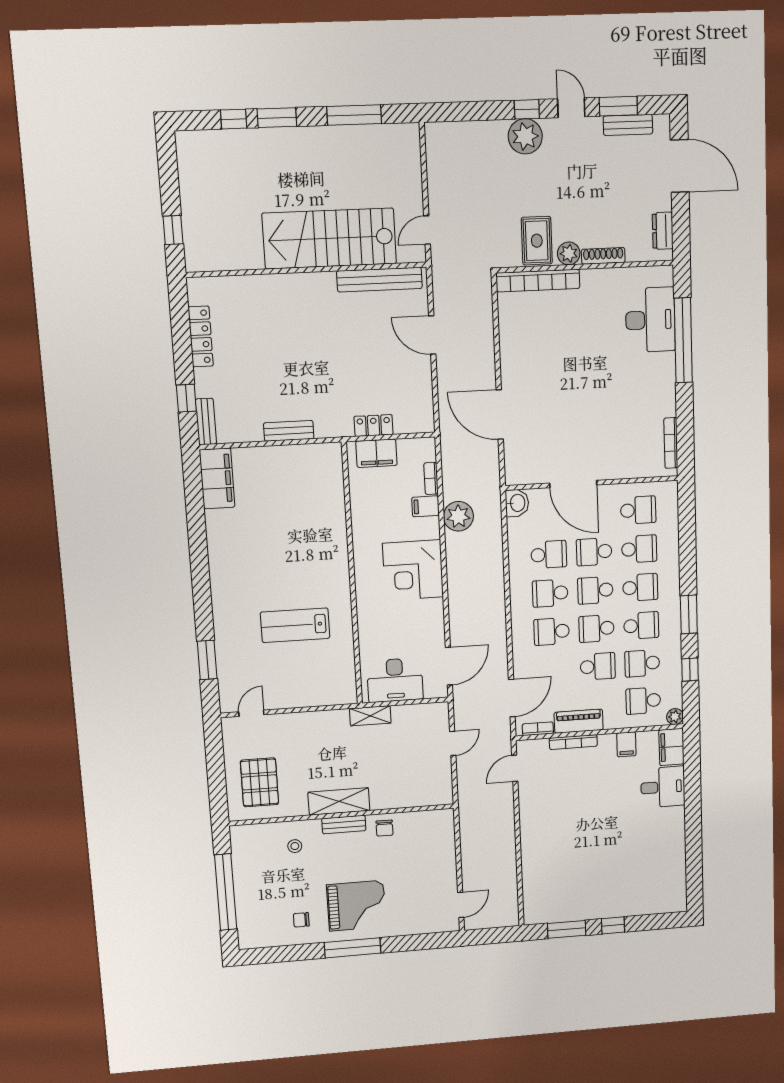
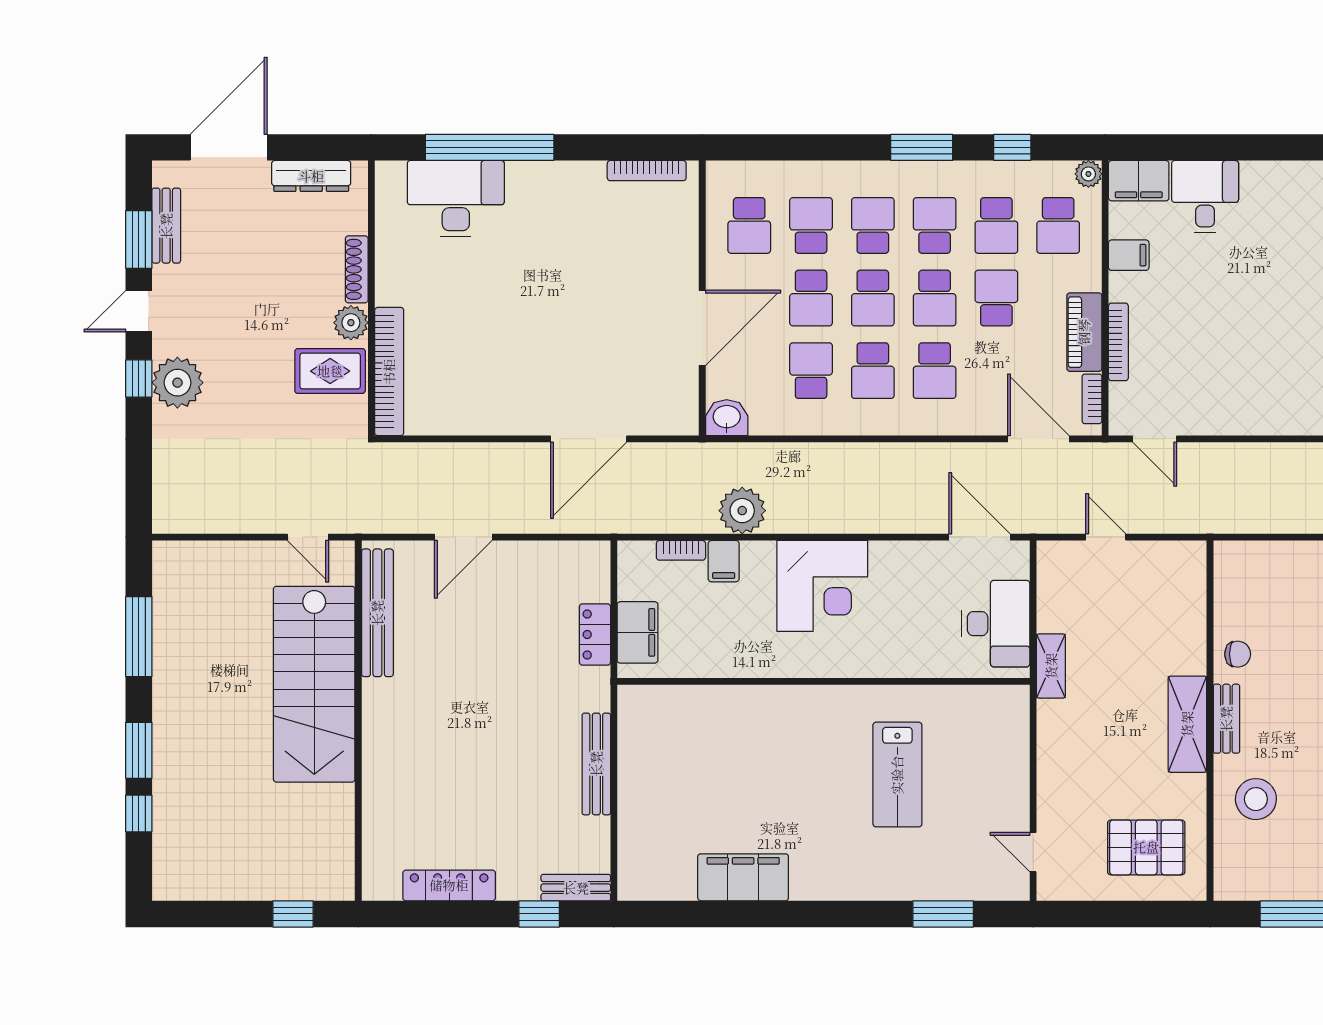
dresser: (663, 231) -> (311, 176), width x1.44
bench: (289, 431) -> (596, 764), width x1.36
filing cabinet: (217, 478) -> (743, 877), moved
school desk: (638, 510) -> (749, 225), turned 180
stool: (295, 846) -> (1256, 799), width x1.89, depth x1.89

